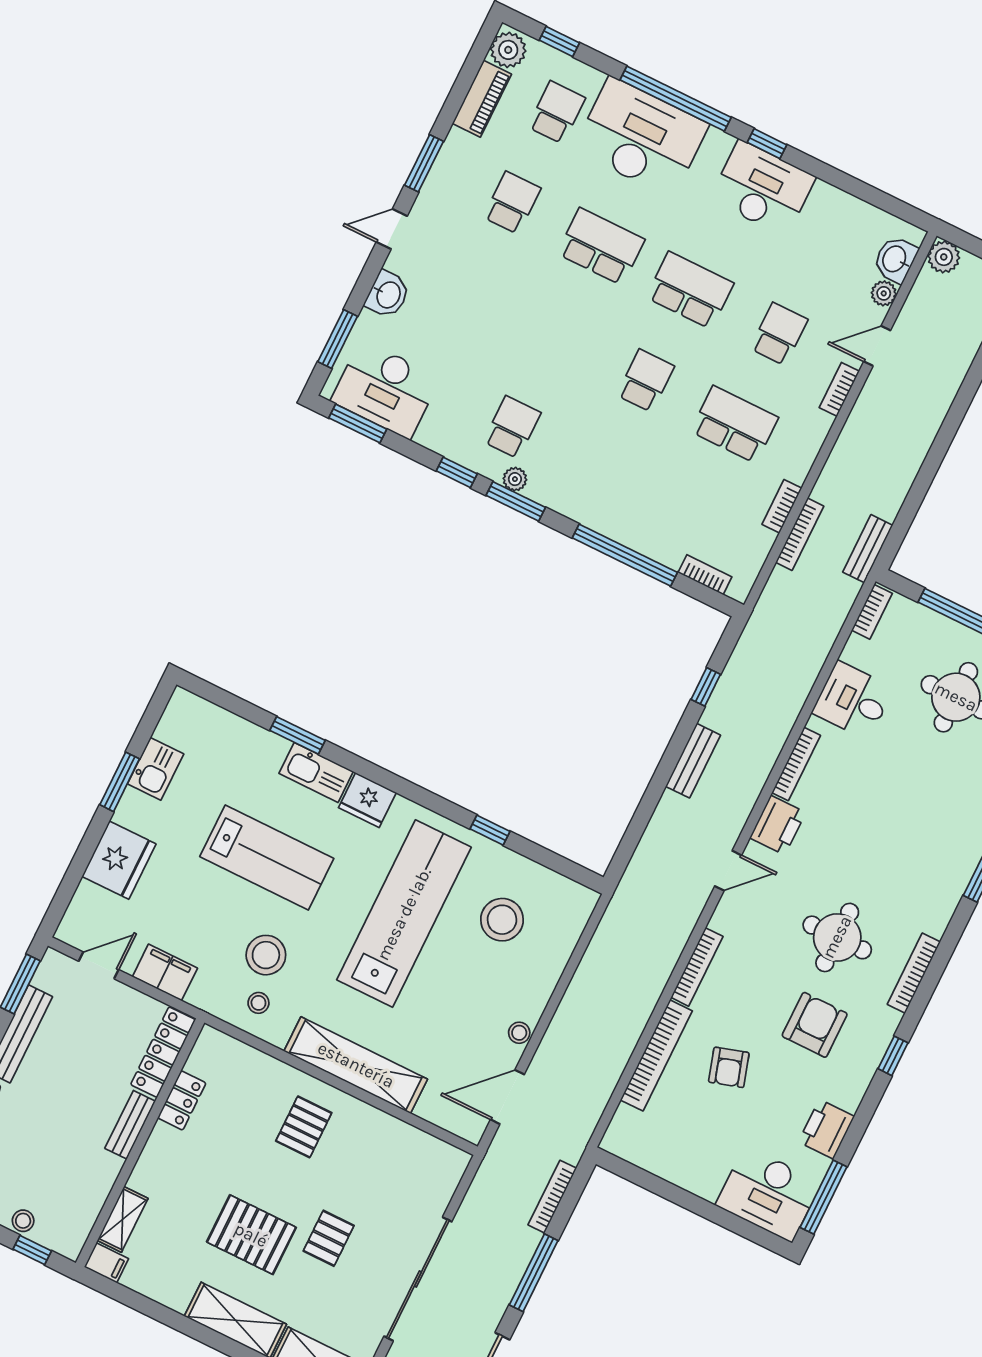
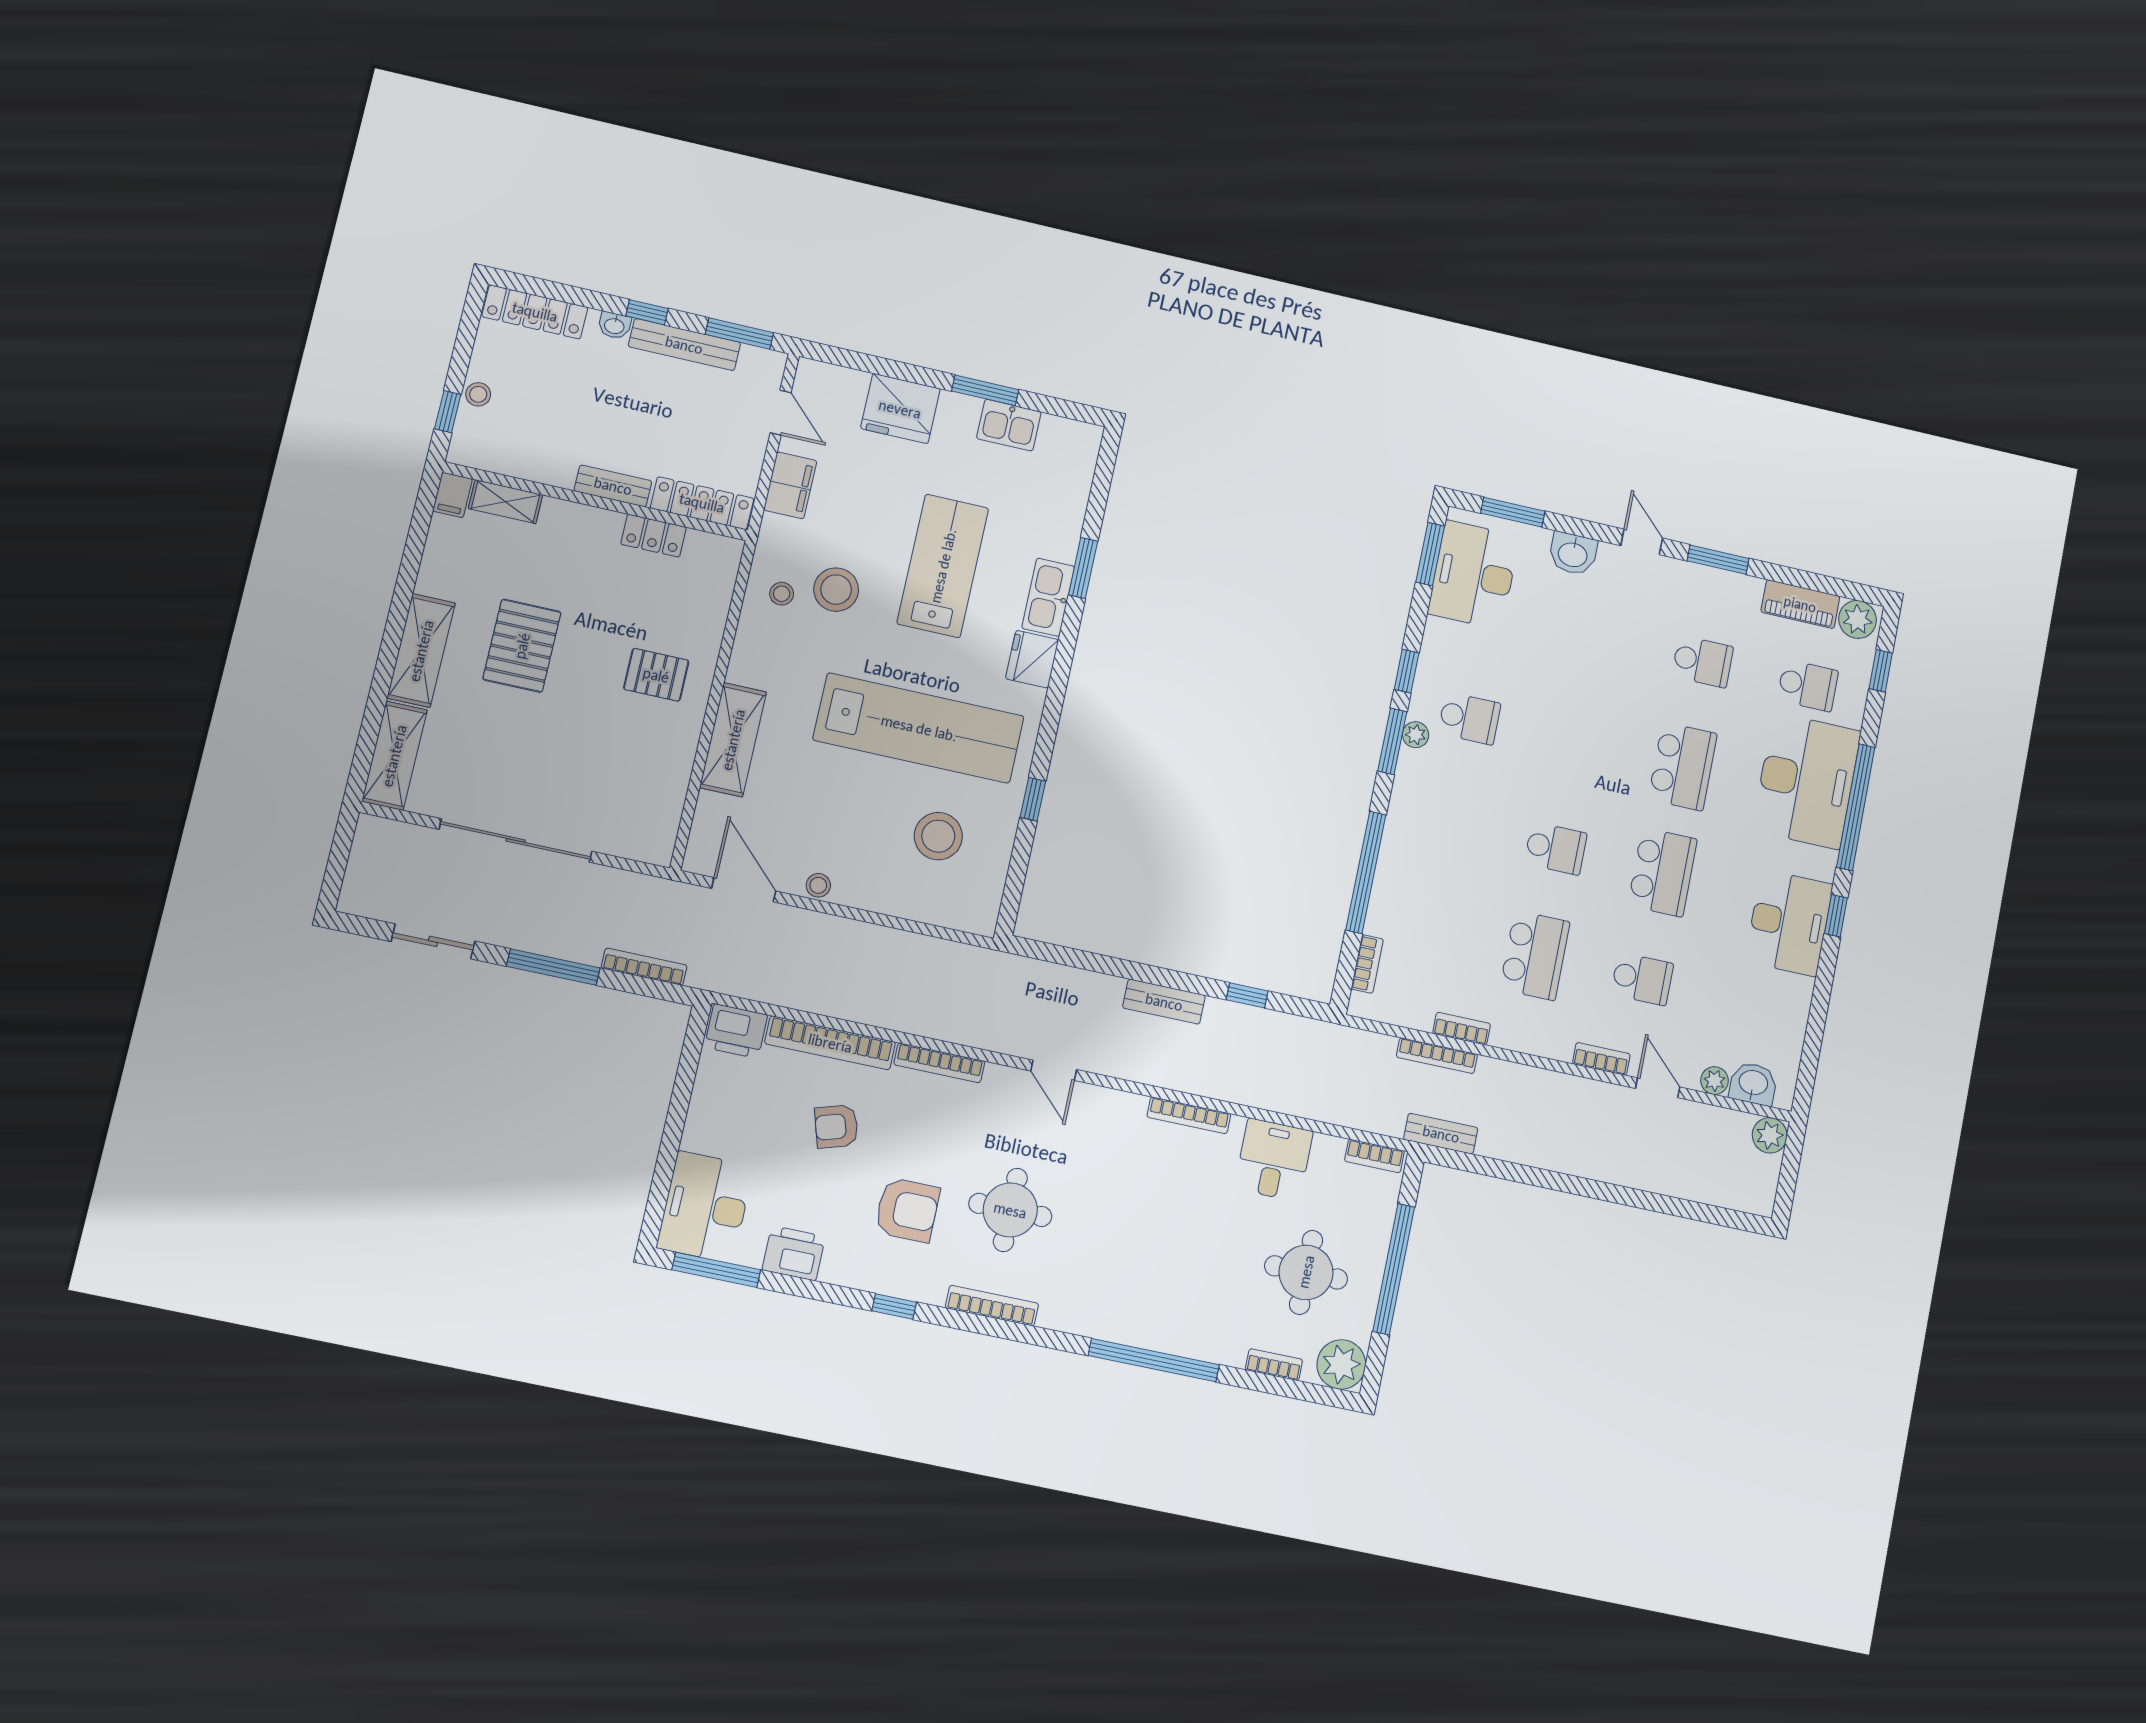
printer: (778, 825) -> (736, 1031), moved
lab bench: (267, 858) -> (943, 566), turned 180
shelving: (356, 1065) -> (733, 740), width x0.68
pallet: (329, 1238) -> (538, 731), removed

